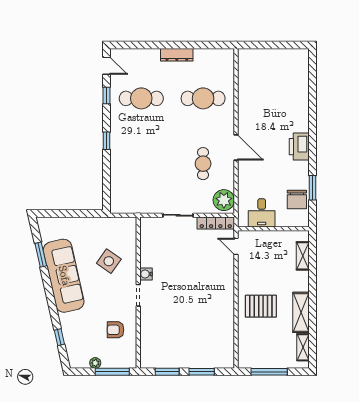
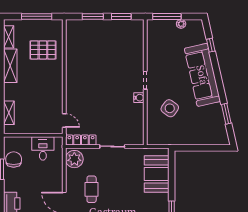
booth: (125, 182) -> (157, 174), added
sofa: (64, 276) -> (202, 75), moved
pallet: (261, 306) -> (43, 50), moved
armchair: (116, 330) -> (164, 51), removed

